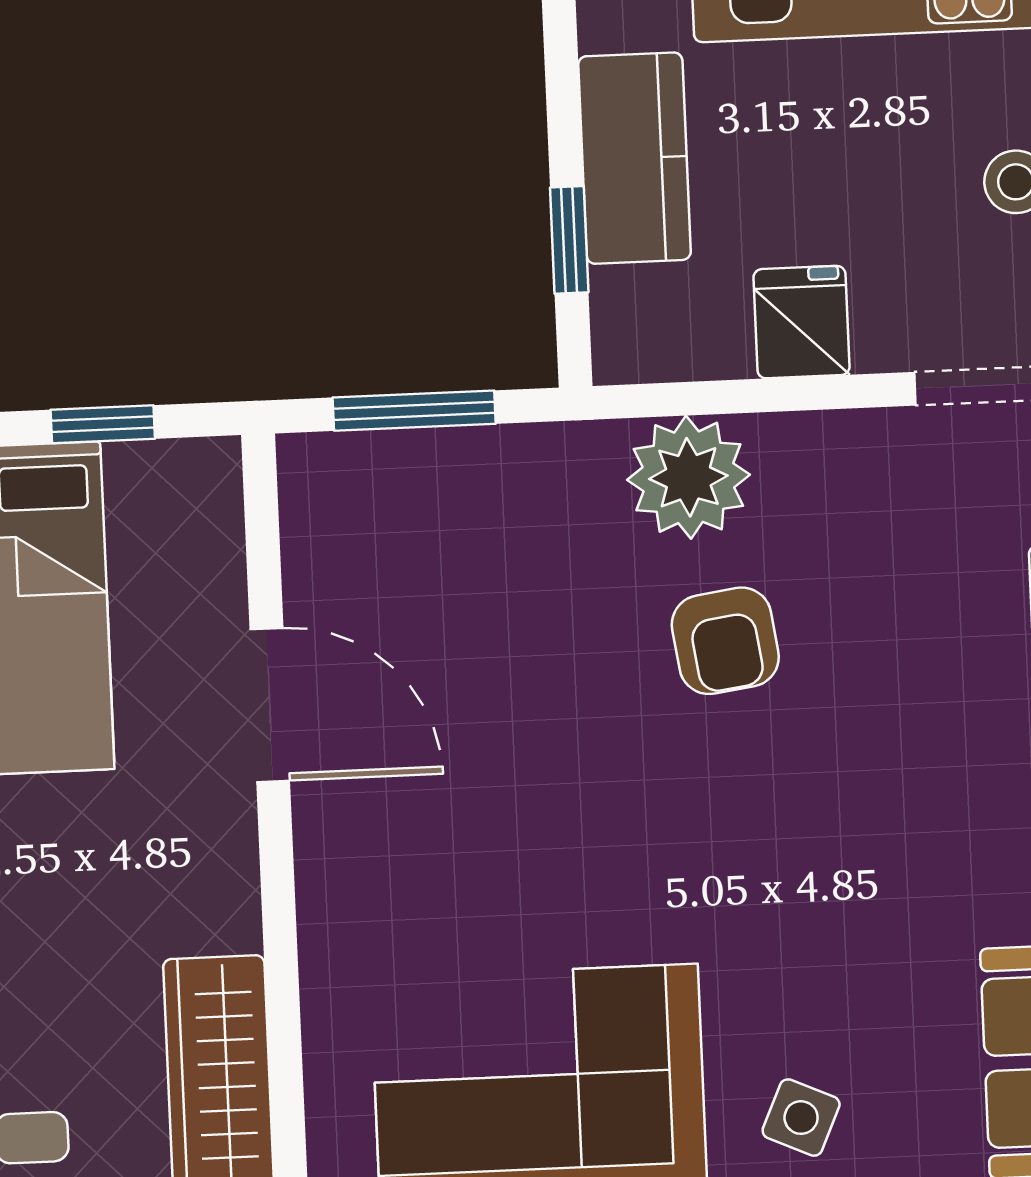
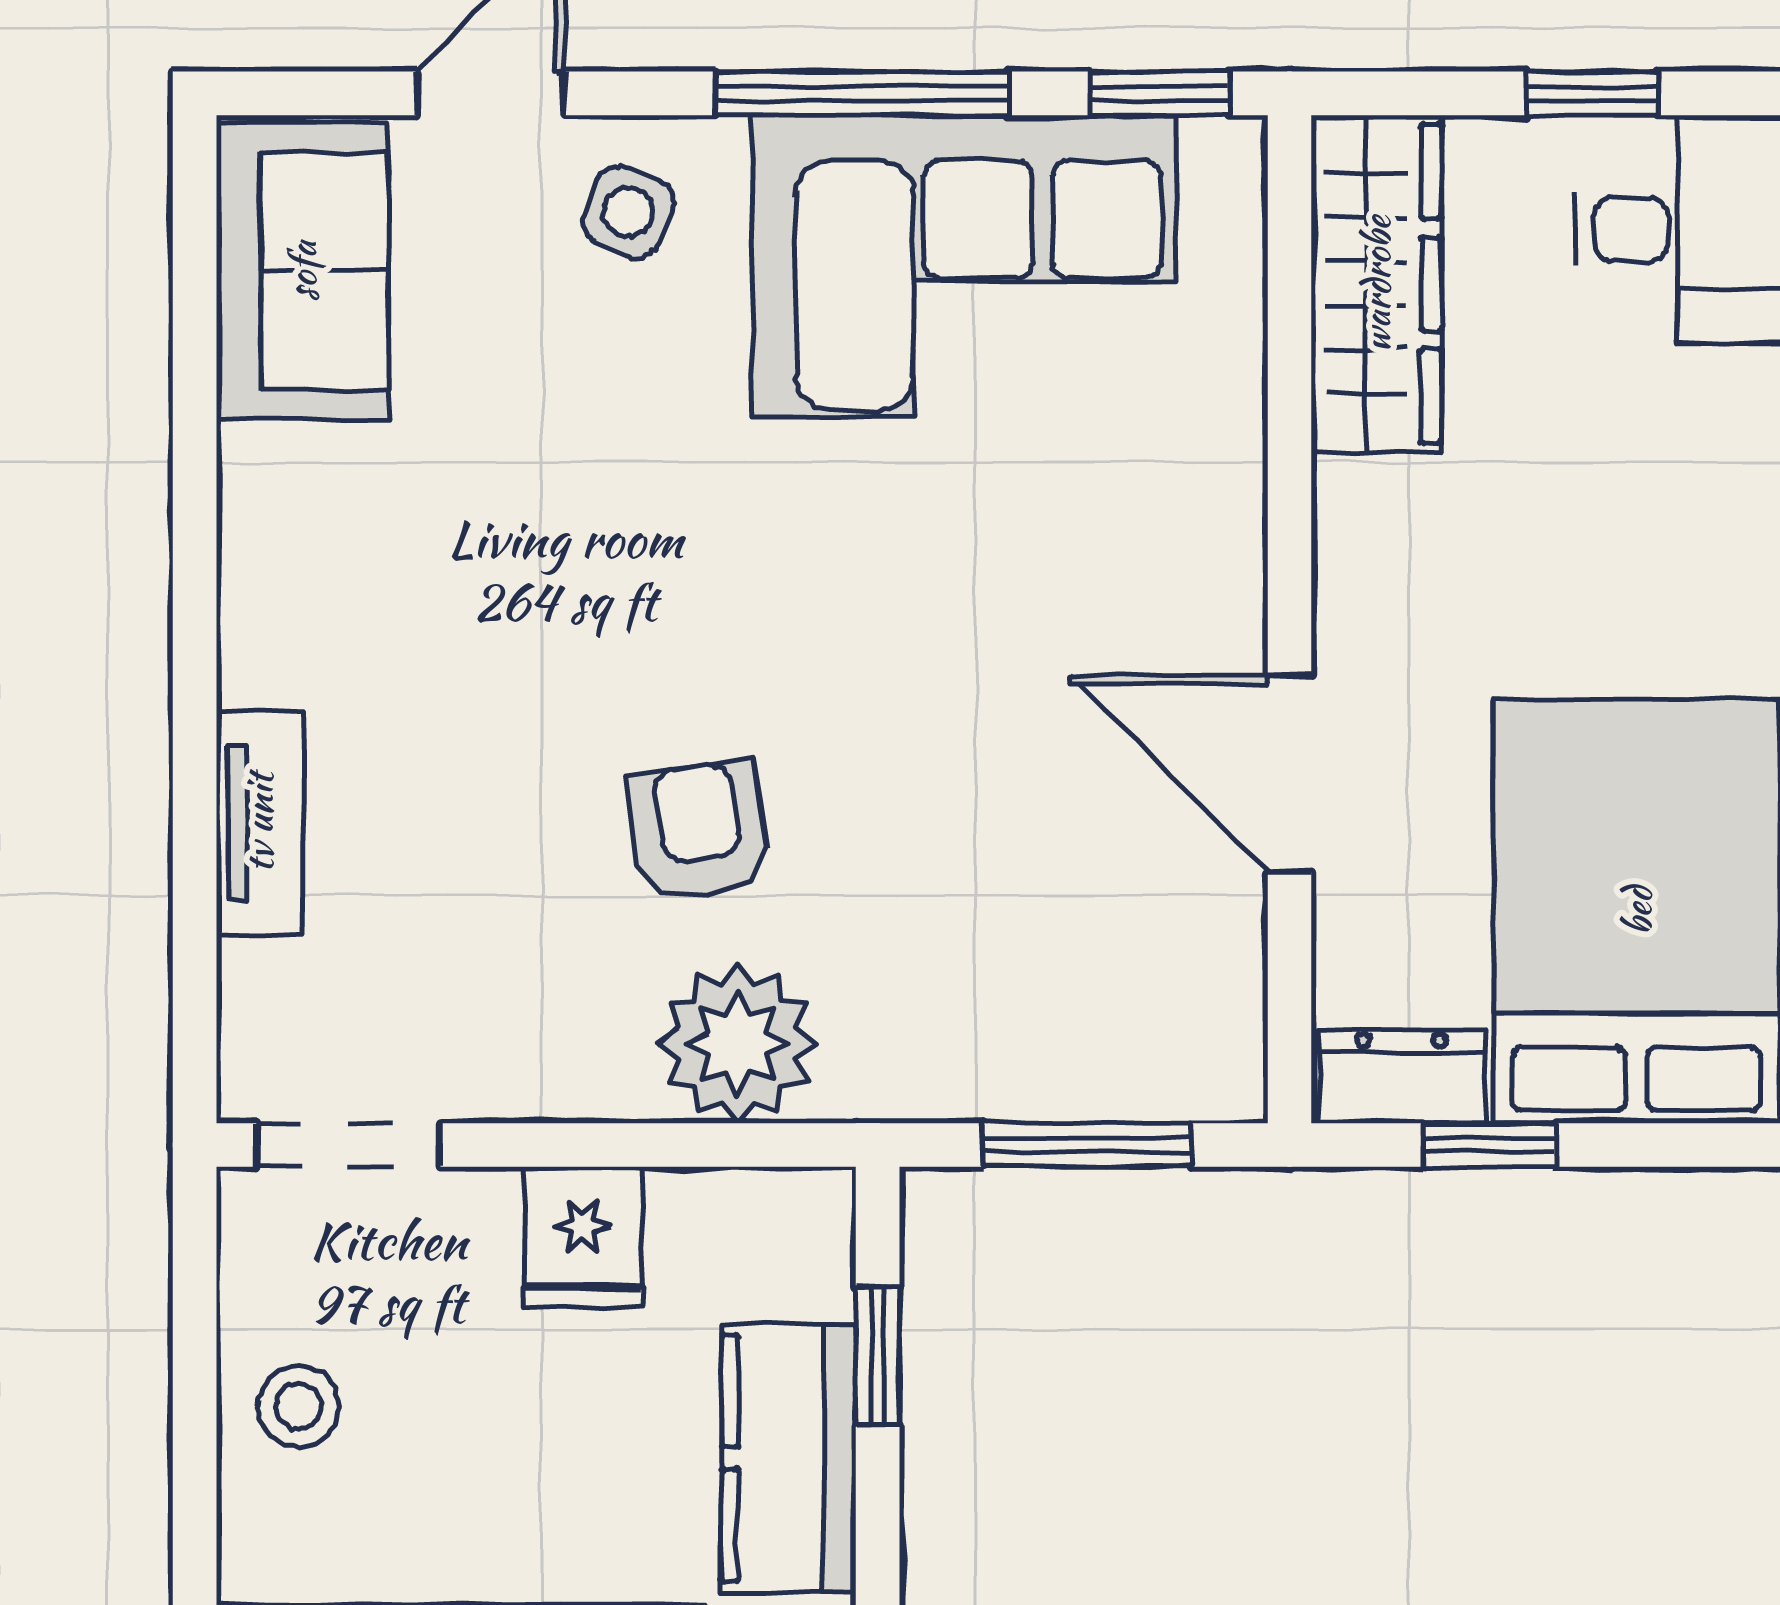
dresser: (173, 474) -> (1402, 1077), added

